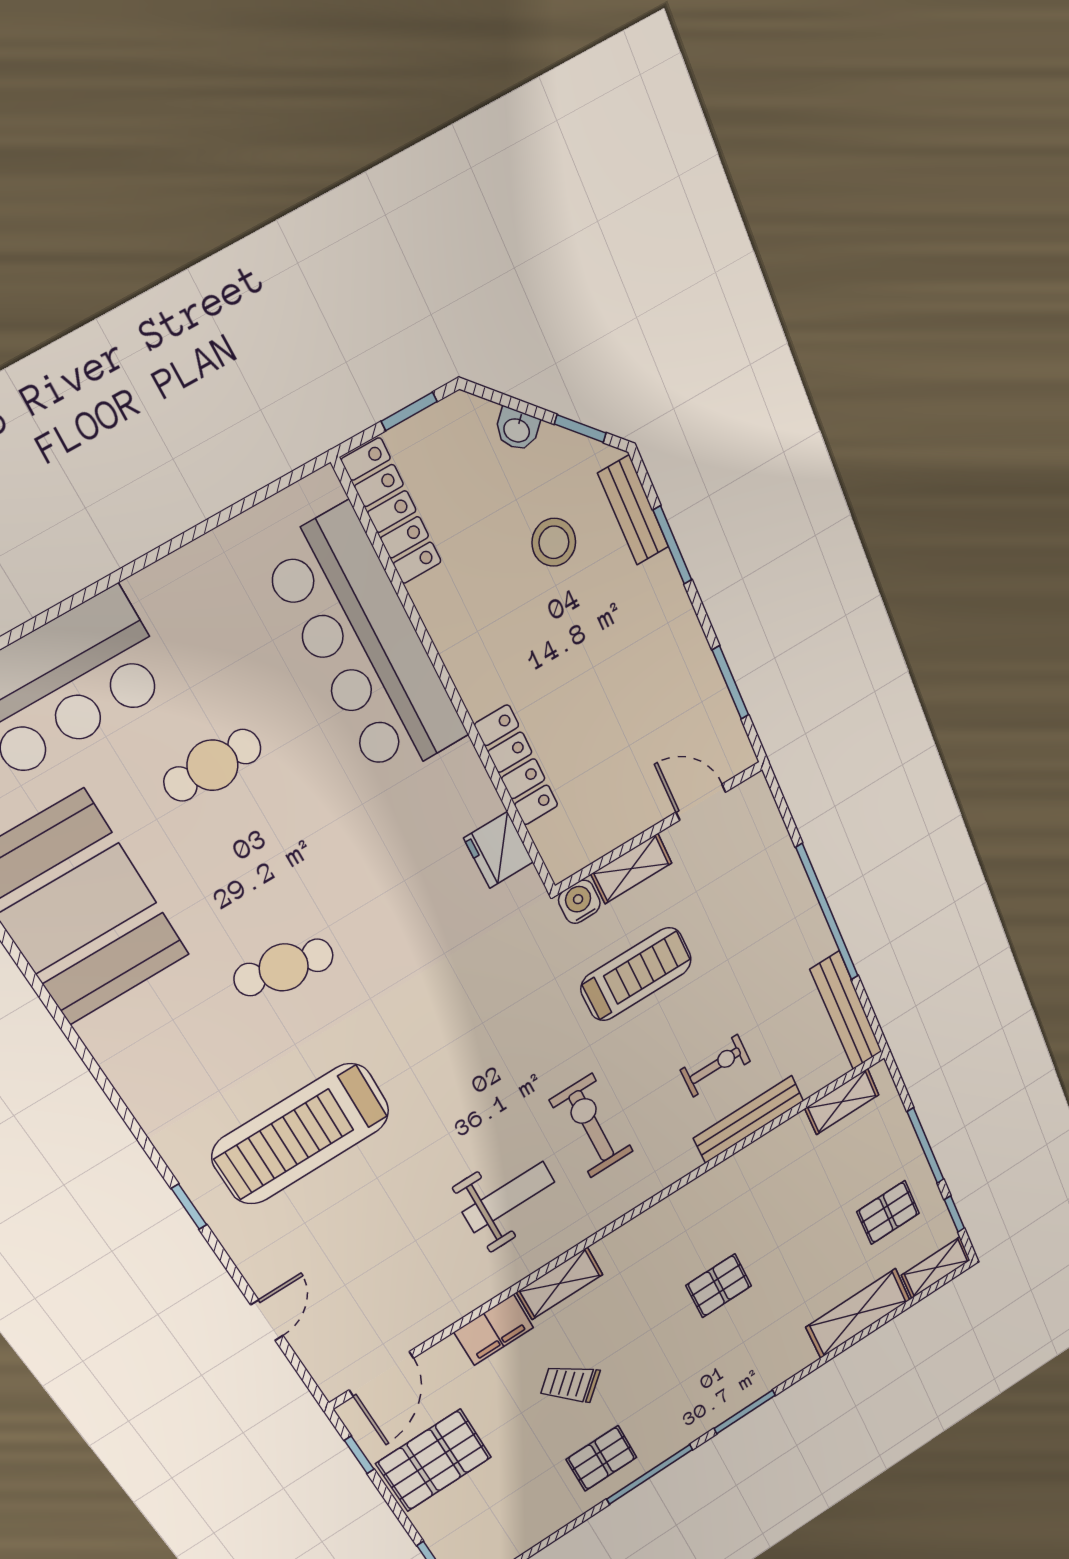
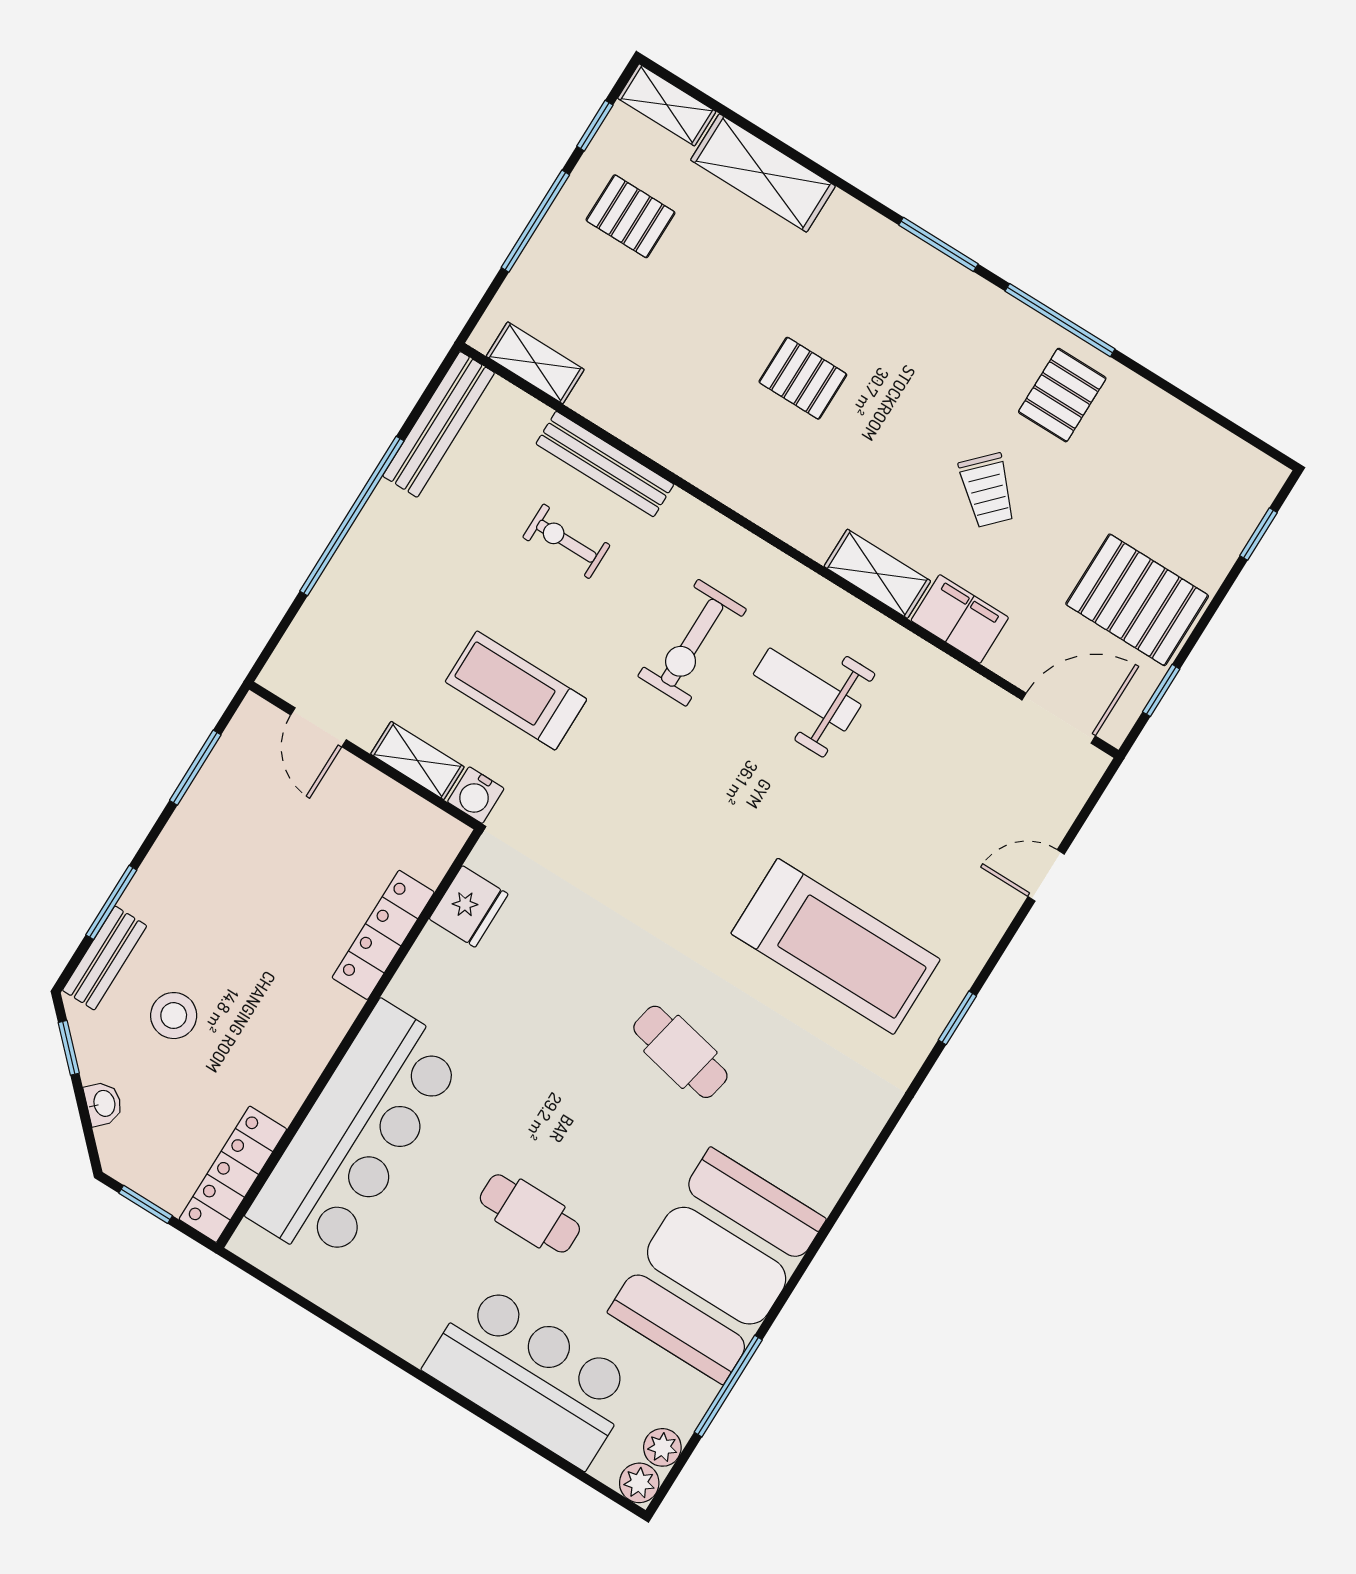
pallet: (602, 1458) -> (1062, 395), turned 90

